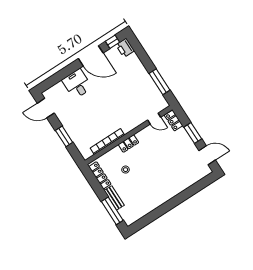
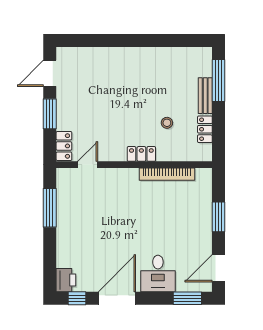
door: (91, 56) -> (117, 298), hinge flipped
window: (52, 81) -> (187, 298), added
door: (46, 108) -> (218, 268), swing flipped
door: (154, 119) -> (88, 165), hinge flipped
door: (207, 155) -> (50, 73), hinge flipped
locker: (100, 175) -> (205, 129), width x0.66

